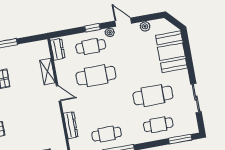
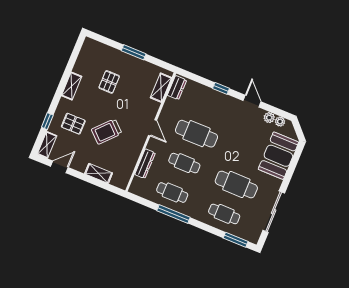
plant: (110, 32) -> (280, 122), moved
cafe table: (91, 46) -> (184, 163), moved
shelving: (48, 72) -> (161, 88), moved
sliding door: (196, 98) -> (274, 212), width x1.37
trolley: (24, 119) -> (107, 131), added

